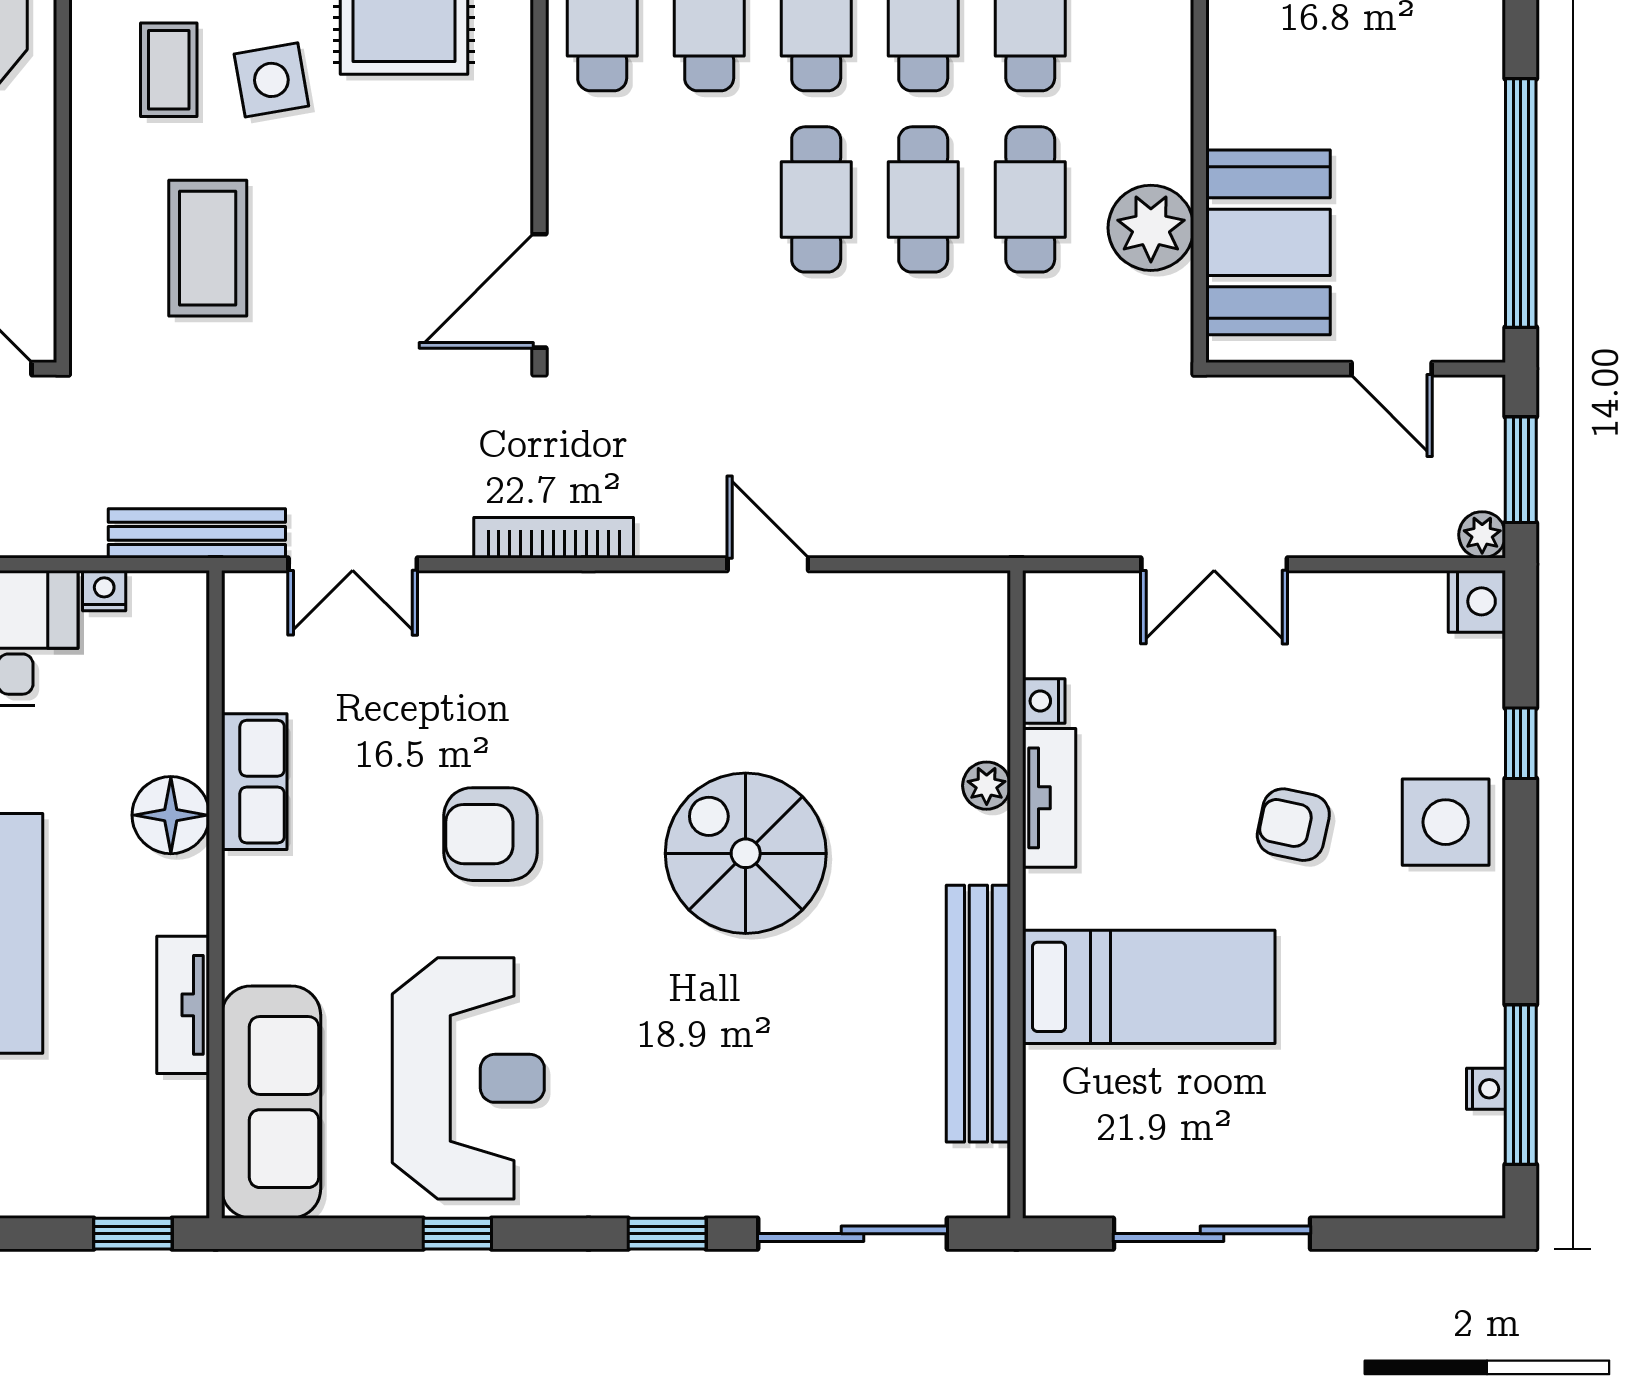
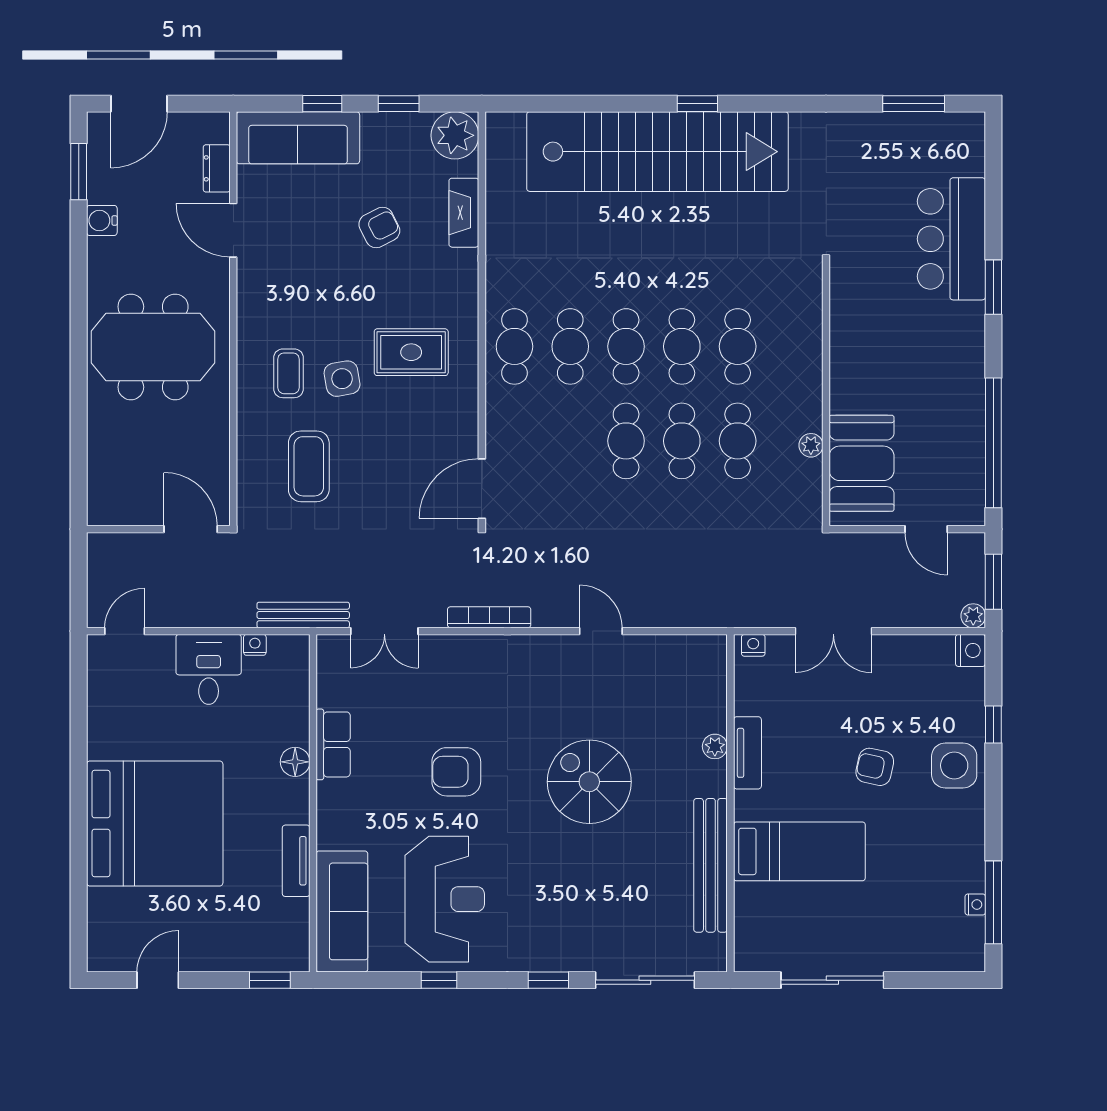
plant: (1151, 228) -> (811, 445), width x0.53, depth x0.53
nightstand: (1044, 701) -> (753, 645), moved, turned 90
floor lamp: (171, 815) -> (295, 762), width x0.73, depth x0.73

